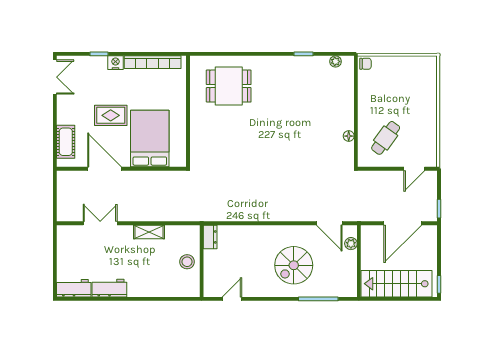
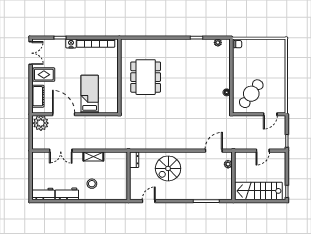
dining table: (229, 86) -> (146, 77), moved, width x1.38
rug: (111, 115) -> (44, 75), moved
cafe table: (386, 138) -> (251, 94), width x1.37, depth x1.35
bed: (150, 139) -> (90, 94), width x0.67
plant: (70, 182) -> (41, 123), added
double door: (100, 223) -> (61, 151), swing flipped
door: (329, 223) -> (214, 151), swing flipped
door: (403, 223) -> (263, 151), width x0.53
stool: (187, 262) -> (92, 184), moved
spiral stairs: (294, 265) -> (168, 168), moved

